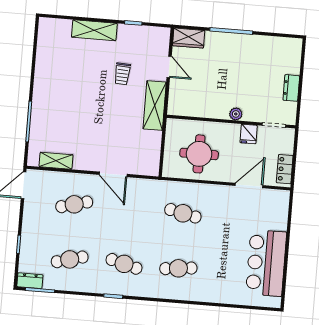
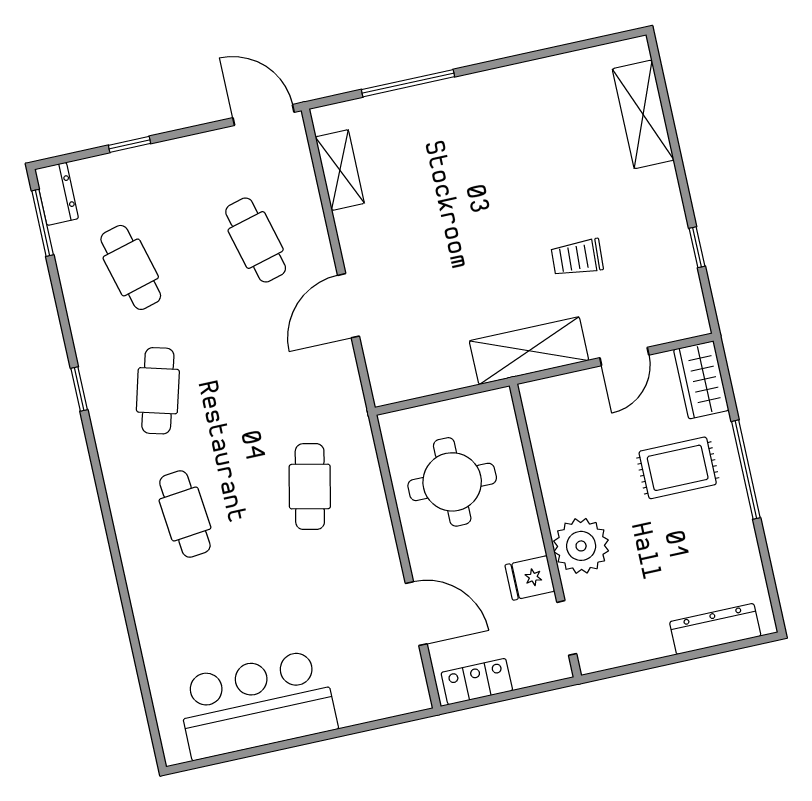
shelving: (94, 30) -> (643, 114), moved
rug: (222, 59) -> (678, 468), added
dresser: (291, 88) -> (715, 629), moved, width x1.44
plant: (236, 114) -> (581, 546), width x1.88, depth x1.88

